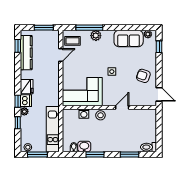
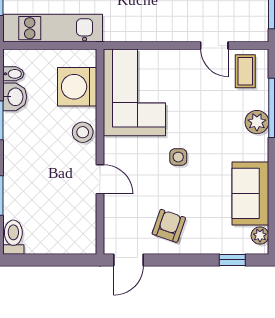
washing machine: (84, 114) -> (77, 87), width x1.89, depth x1.89

